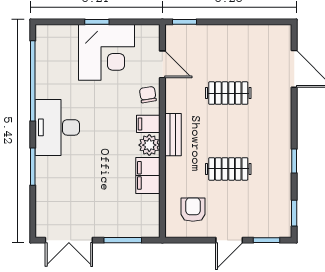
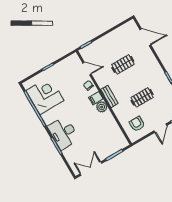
corner desk: (107, 52) -> (45, 96), moved, turned -90
desk: (57, 127) -> (63, 133), moved
filing cabinet: (148, 175) -> (109, 121), removed
double door: (69, 240) -> (91, 169), swing flipped

